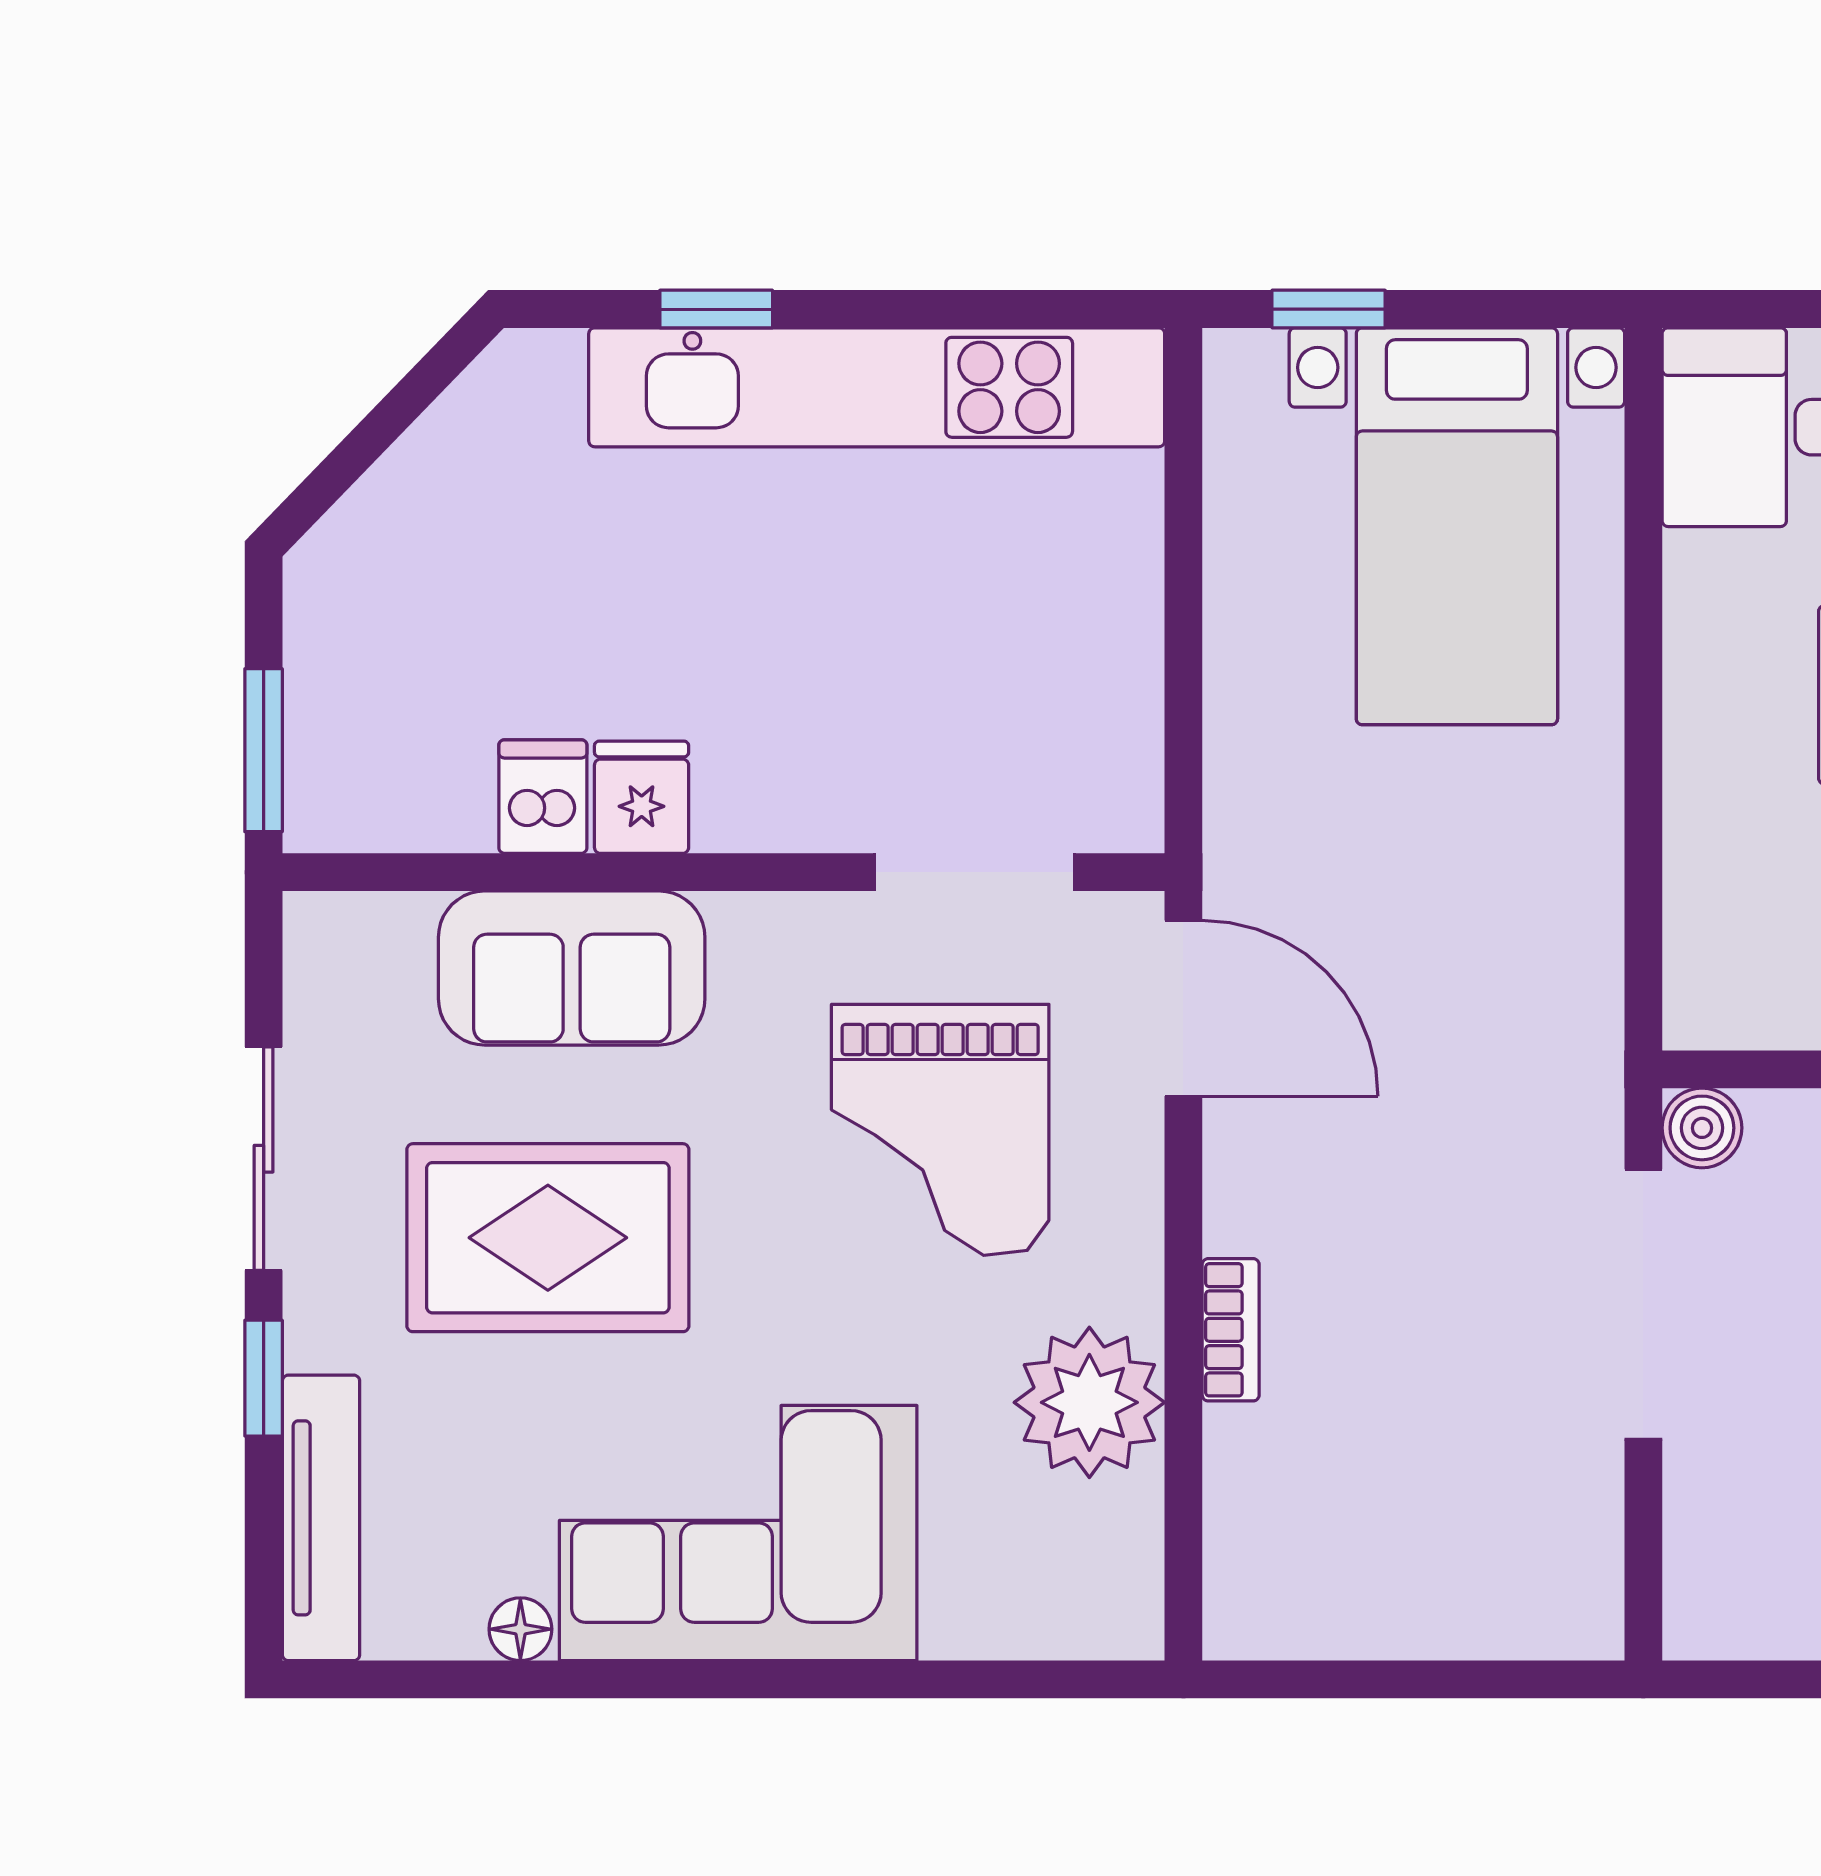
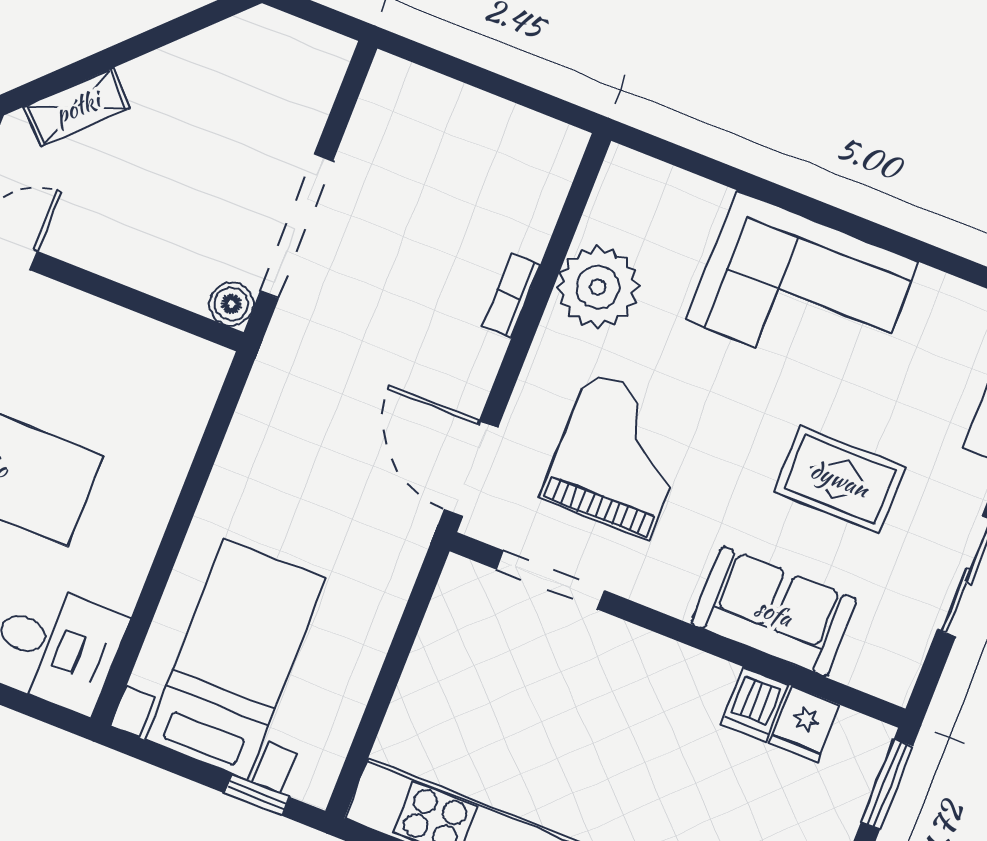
fridge: (642, 797) -> (805, 724), moved
rug: (548, 1238) -> (840, 479), width x0.73, depth x0.70
floor lamp: (520, 1629) -> (932, 286), removed

